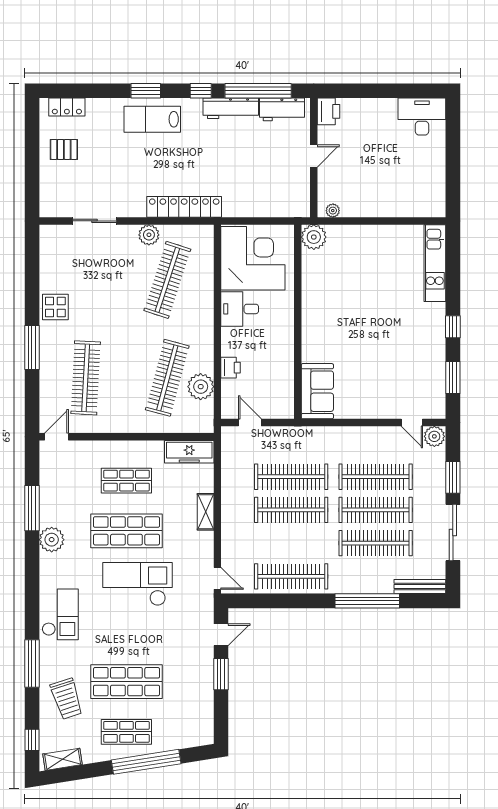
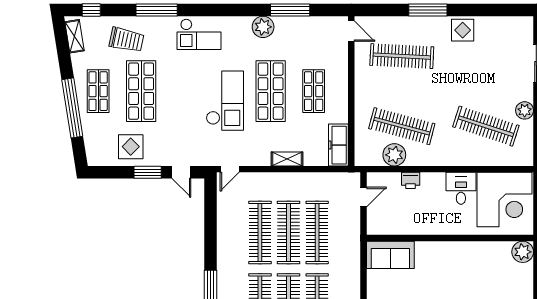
clothes rail: (291, 576) -> (260, 232), moved
display table: (191, 694) -> (131, 147), added
trolley: (67, 699) -> (126, 40), turned -150

